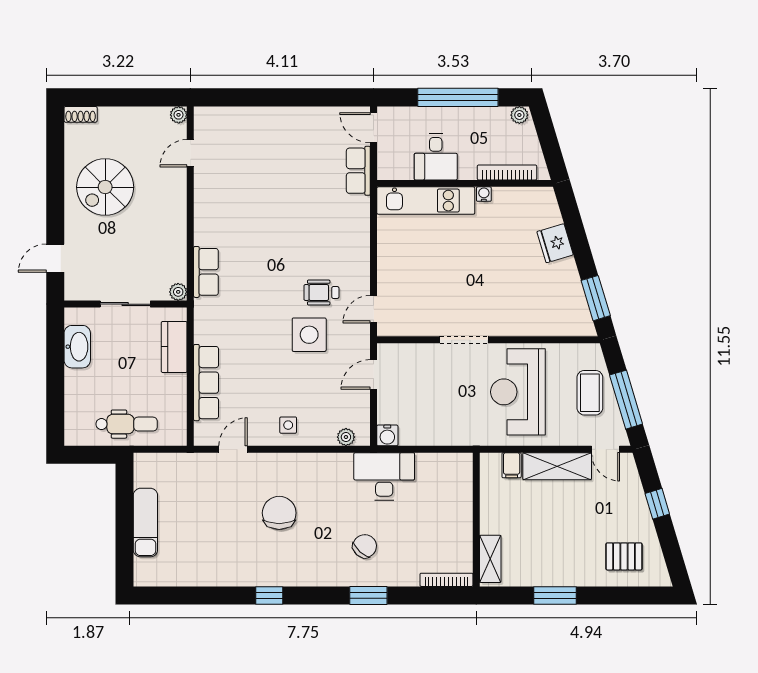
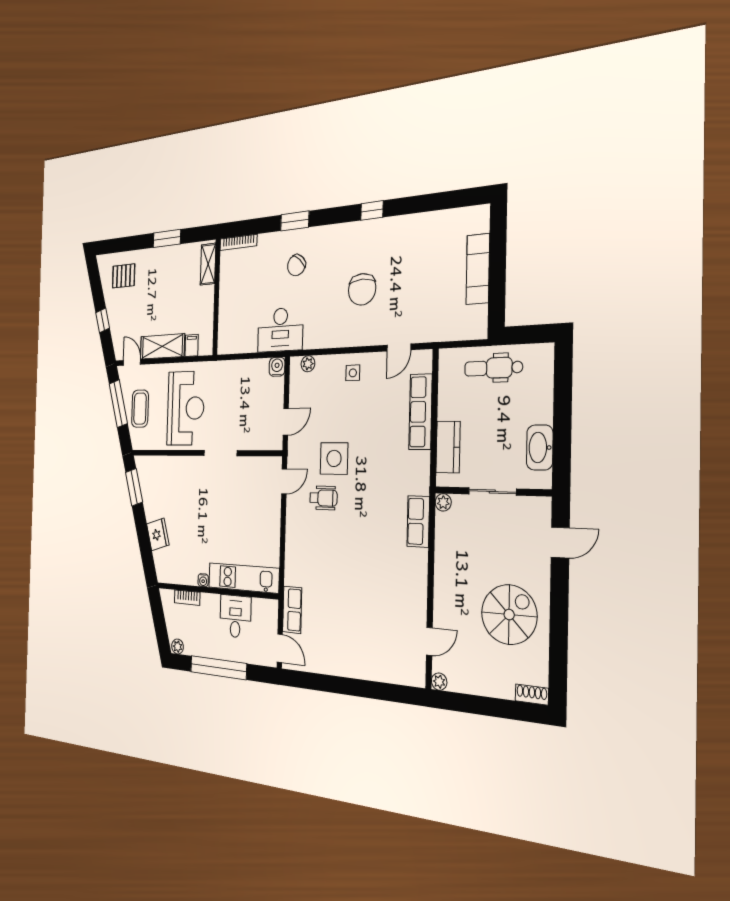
bookcase: (507, 172) -> (187, 598), width x0.64

